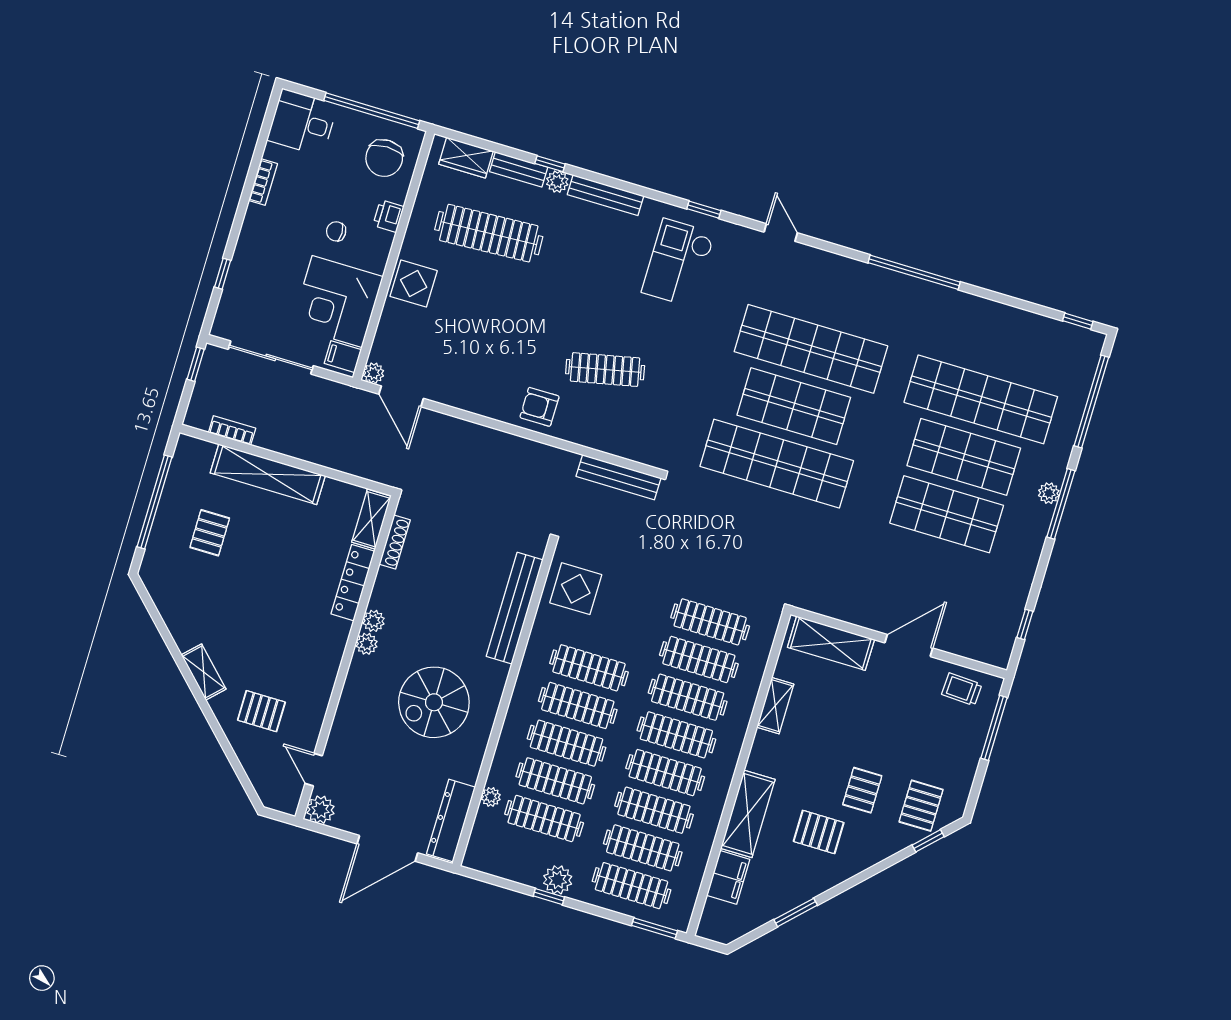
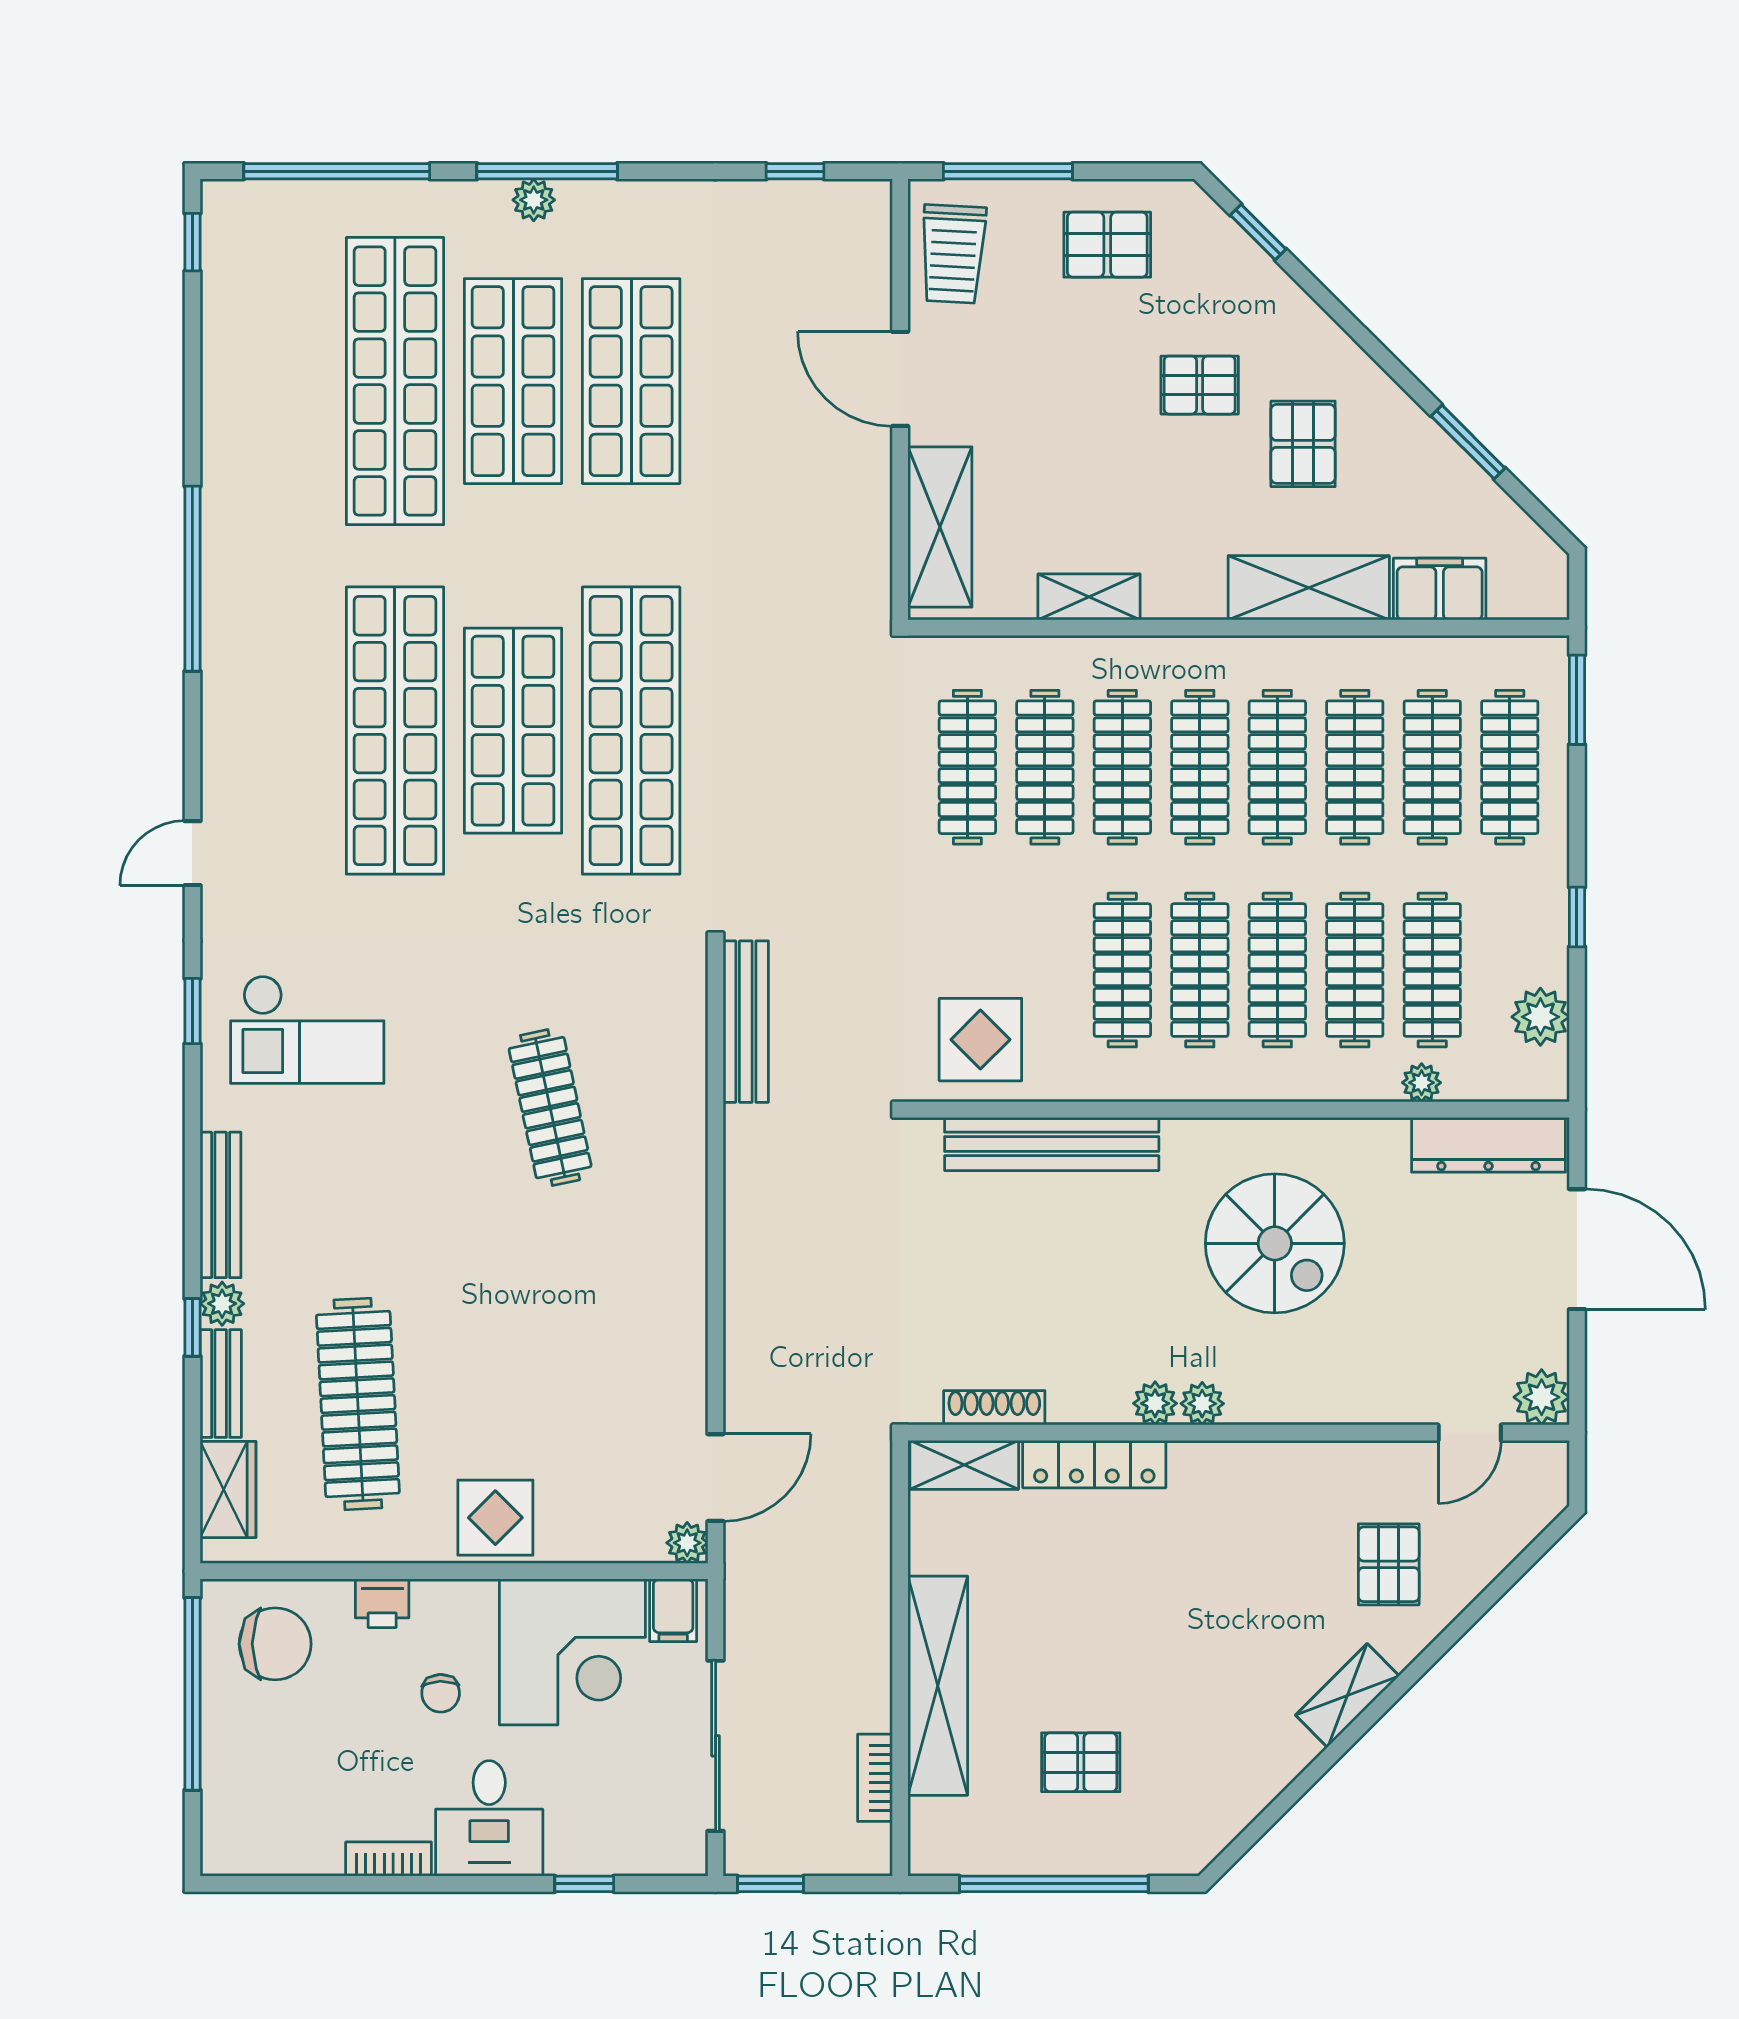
desk: (302, 122) -> (489, 1818), moved
armchair: (539, 407) -> (657, 1210), removed
trolley: (962, 689) -> (953, 254), width x1.36, depth x1.39
pallet: (921, 806) -> (1107, 245), moved
plant: (558, 880) -> (1540, 1017), moved

